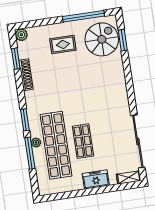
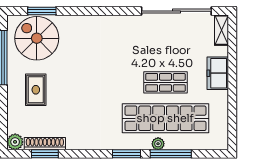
shoe rack: (26, 75) -> (45, 144), moved

